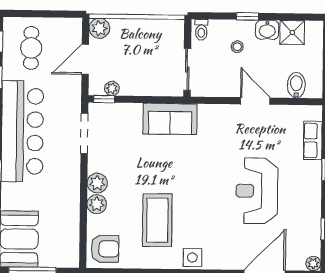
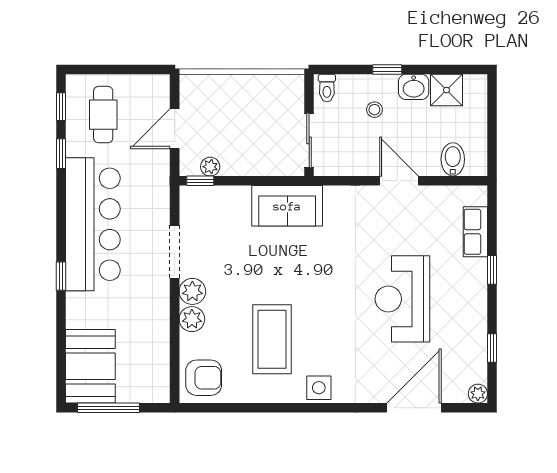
plant: (99, 28) -> (193, 88), removed
doorway: (84, 133) -> (175, 252), moved

